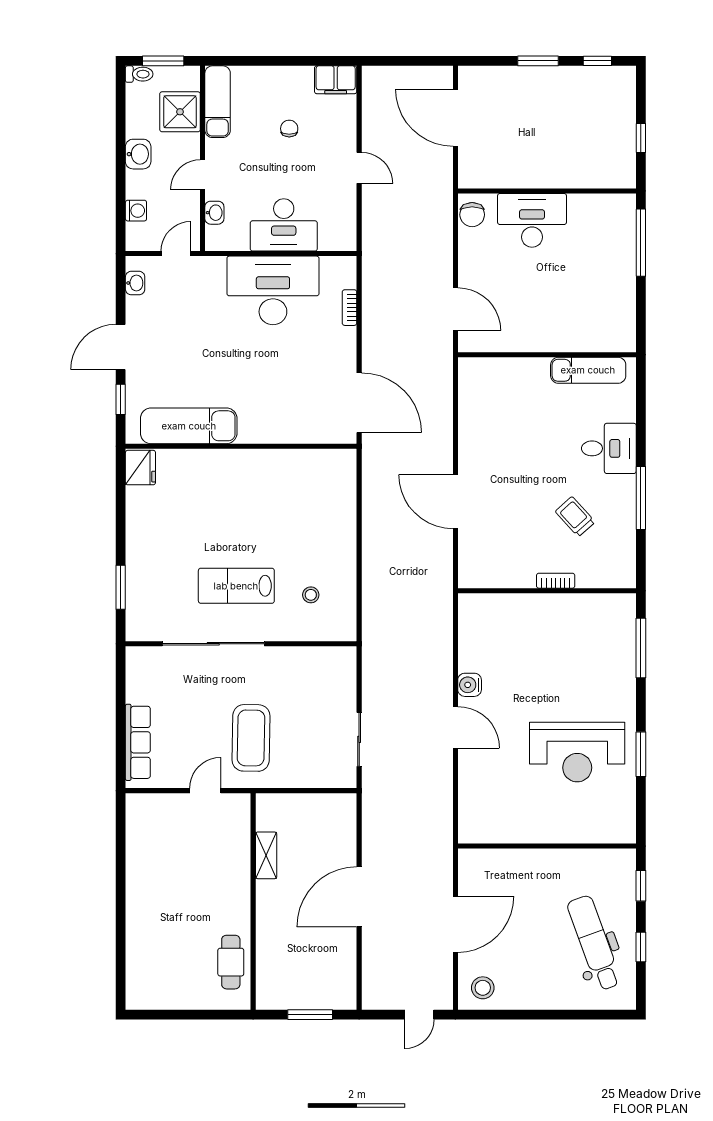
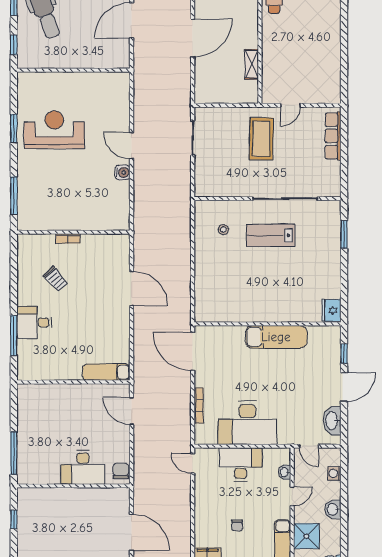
door: (359, 168) -> (193, 463), moved
door: (176, 254) -> (309, 446), hinge flipped
washbasin: (135, 283) -> (332, 421), width x1.91, depth x1.45
bookcase: (350, 308) -> (199, 406), width x1.56
exam couch: (588, 370) -> (106, 372), moved
exam couch: (189, 426) -> (276, 337), moved
window: (641, 498) -> (14, 336), moved
lab bench: (236, 586) -> (271, 235), turned 180

